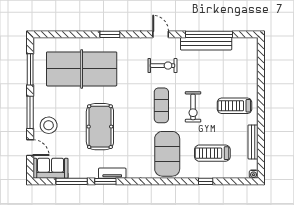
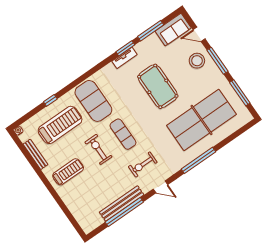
window: (110, 34) -> (198, 160), width x2.11
treadmill: (212, 153) -> (60, 125), width x1.37, depth x1.38

